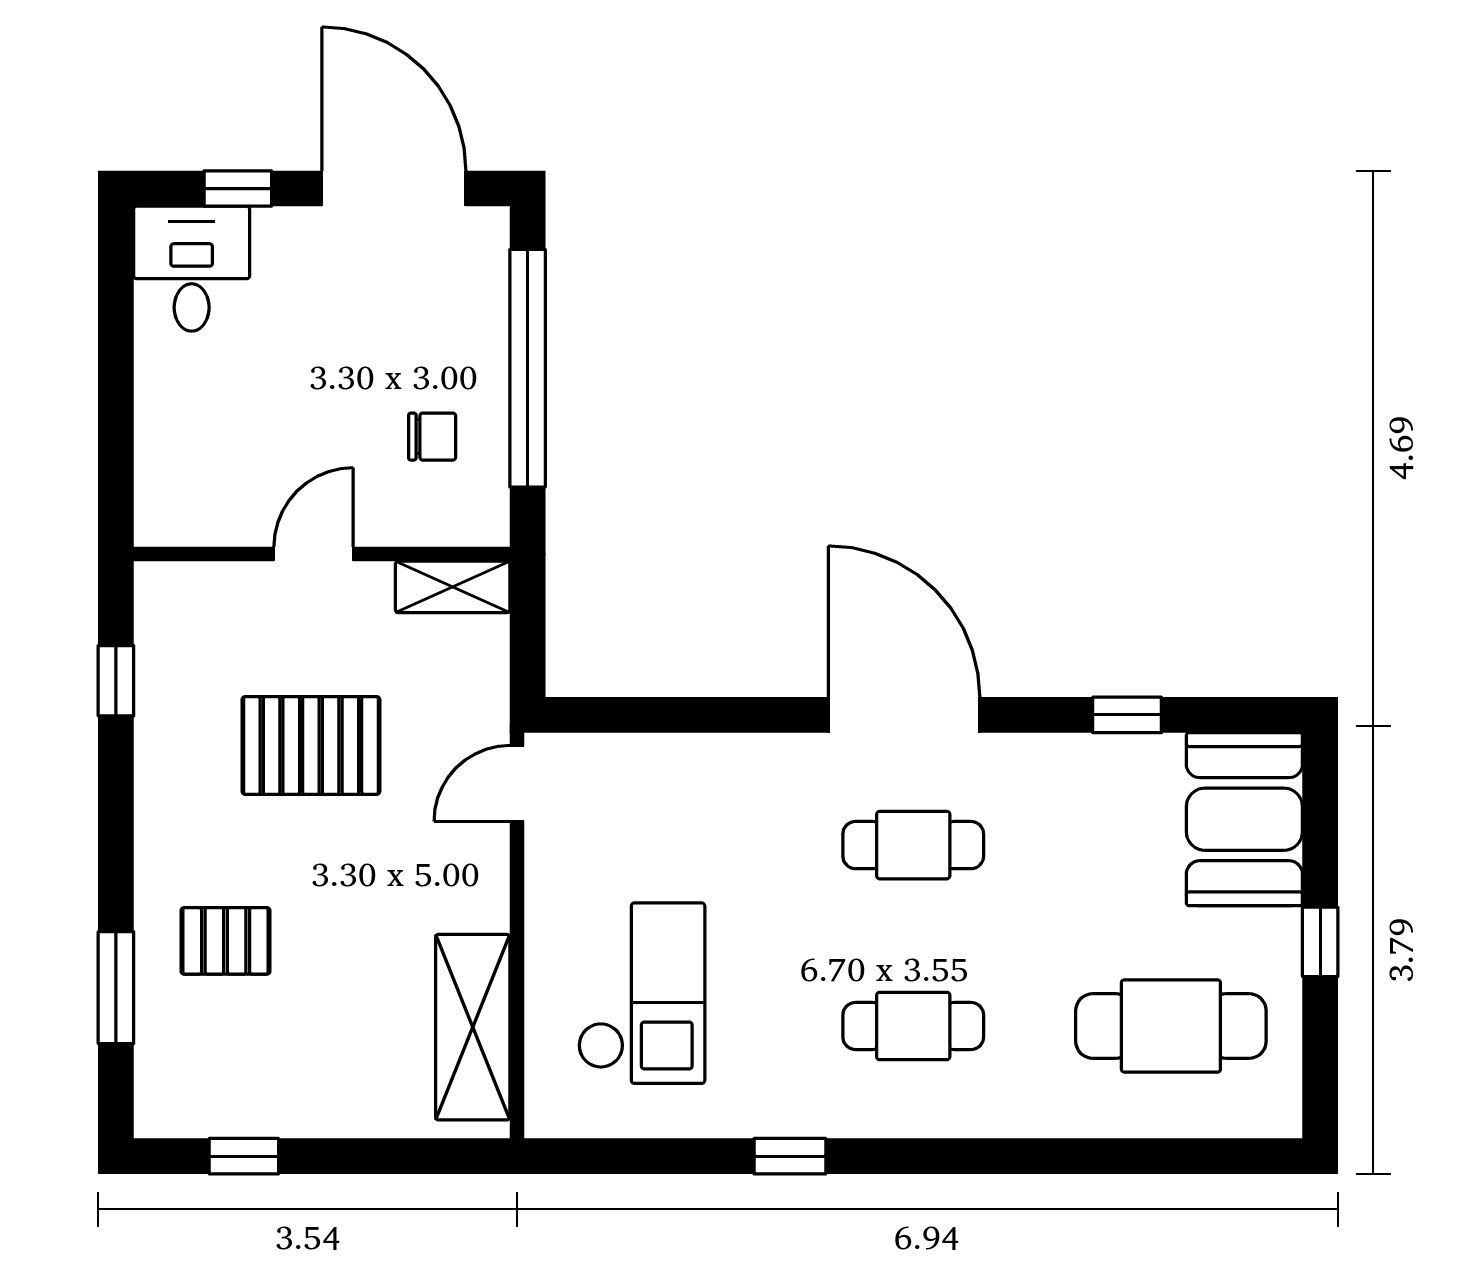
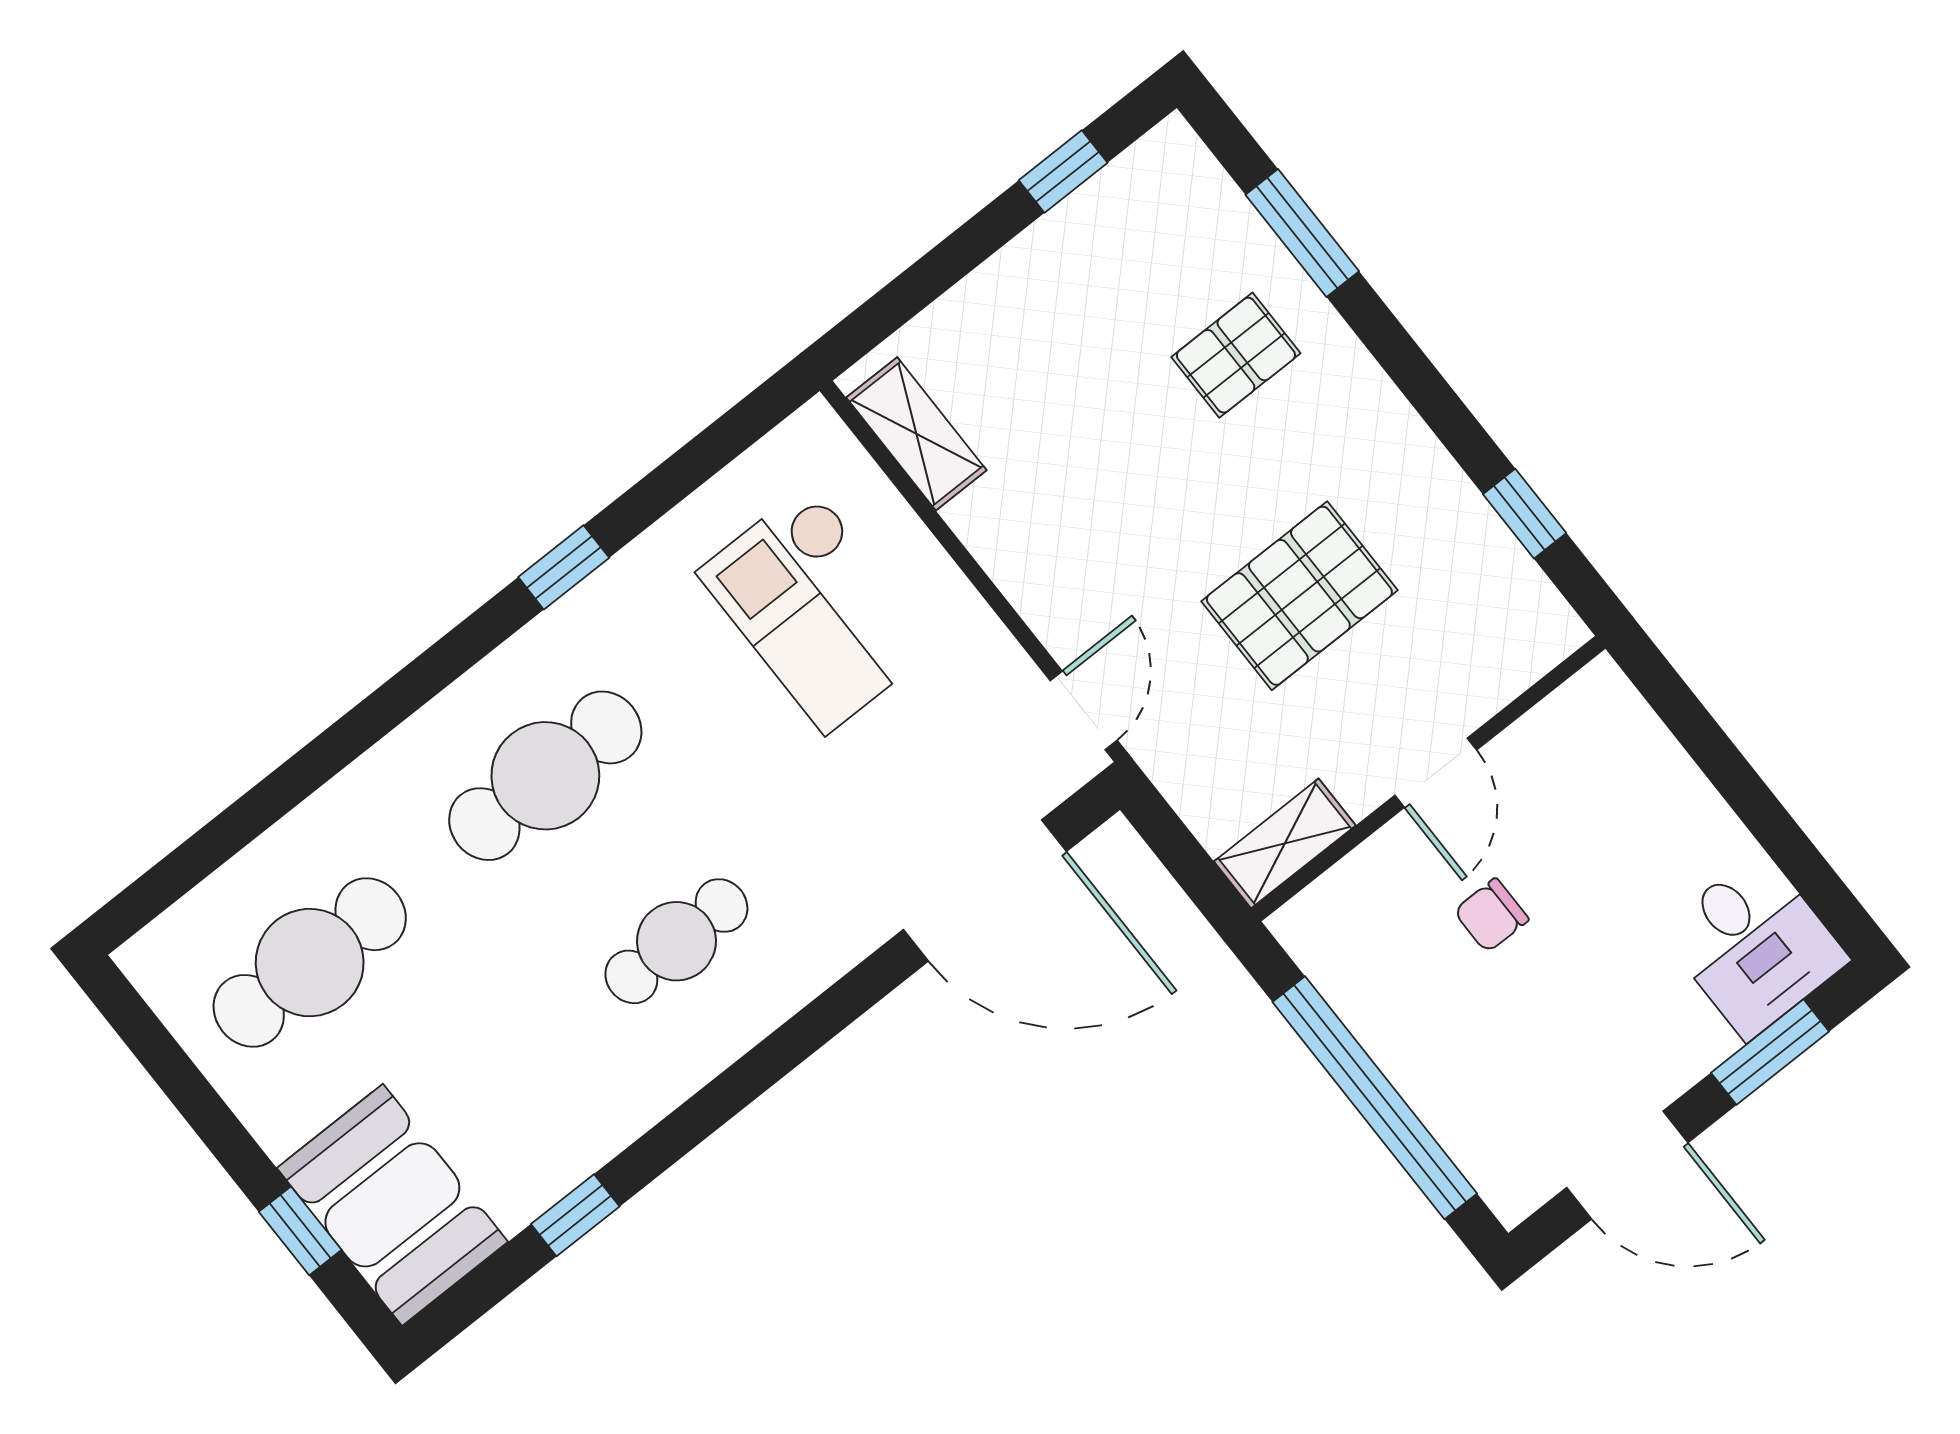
window: (238, 189) -> (1770, 1052), width x1.50
door: (394, 189) -> (1627, 1165), width x0.73
chair: (432, 437) -> (1491, 915), moved
door: (904, 715) -> (985, 891), moved
window: (1320, 942) -> (300, 1231), moved
cafe table: (913, 1026) -> (545, 776), width x1.37, depth x1.35
shelving: (473, 1027) -> (916, 434), width x0.67, depth x0.75

